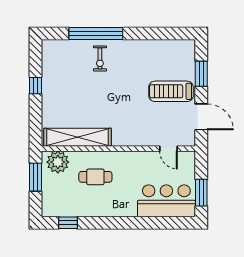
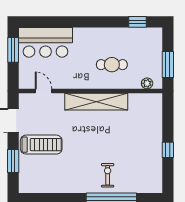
shelving: (78, 137) -> (96, 102), moved
plant: (58, 162) -> (147, 83), width x0.53, depth x0.53

